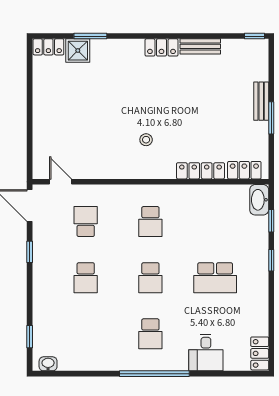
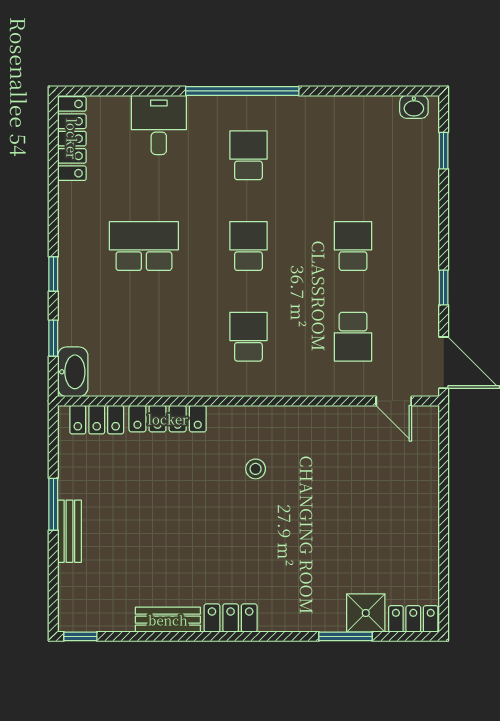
locker: (260, 353) -> (72, 139), width x1.53

